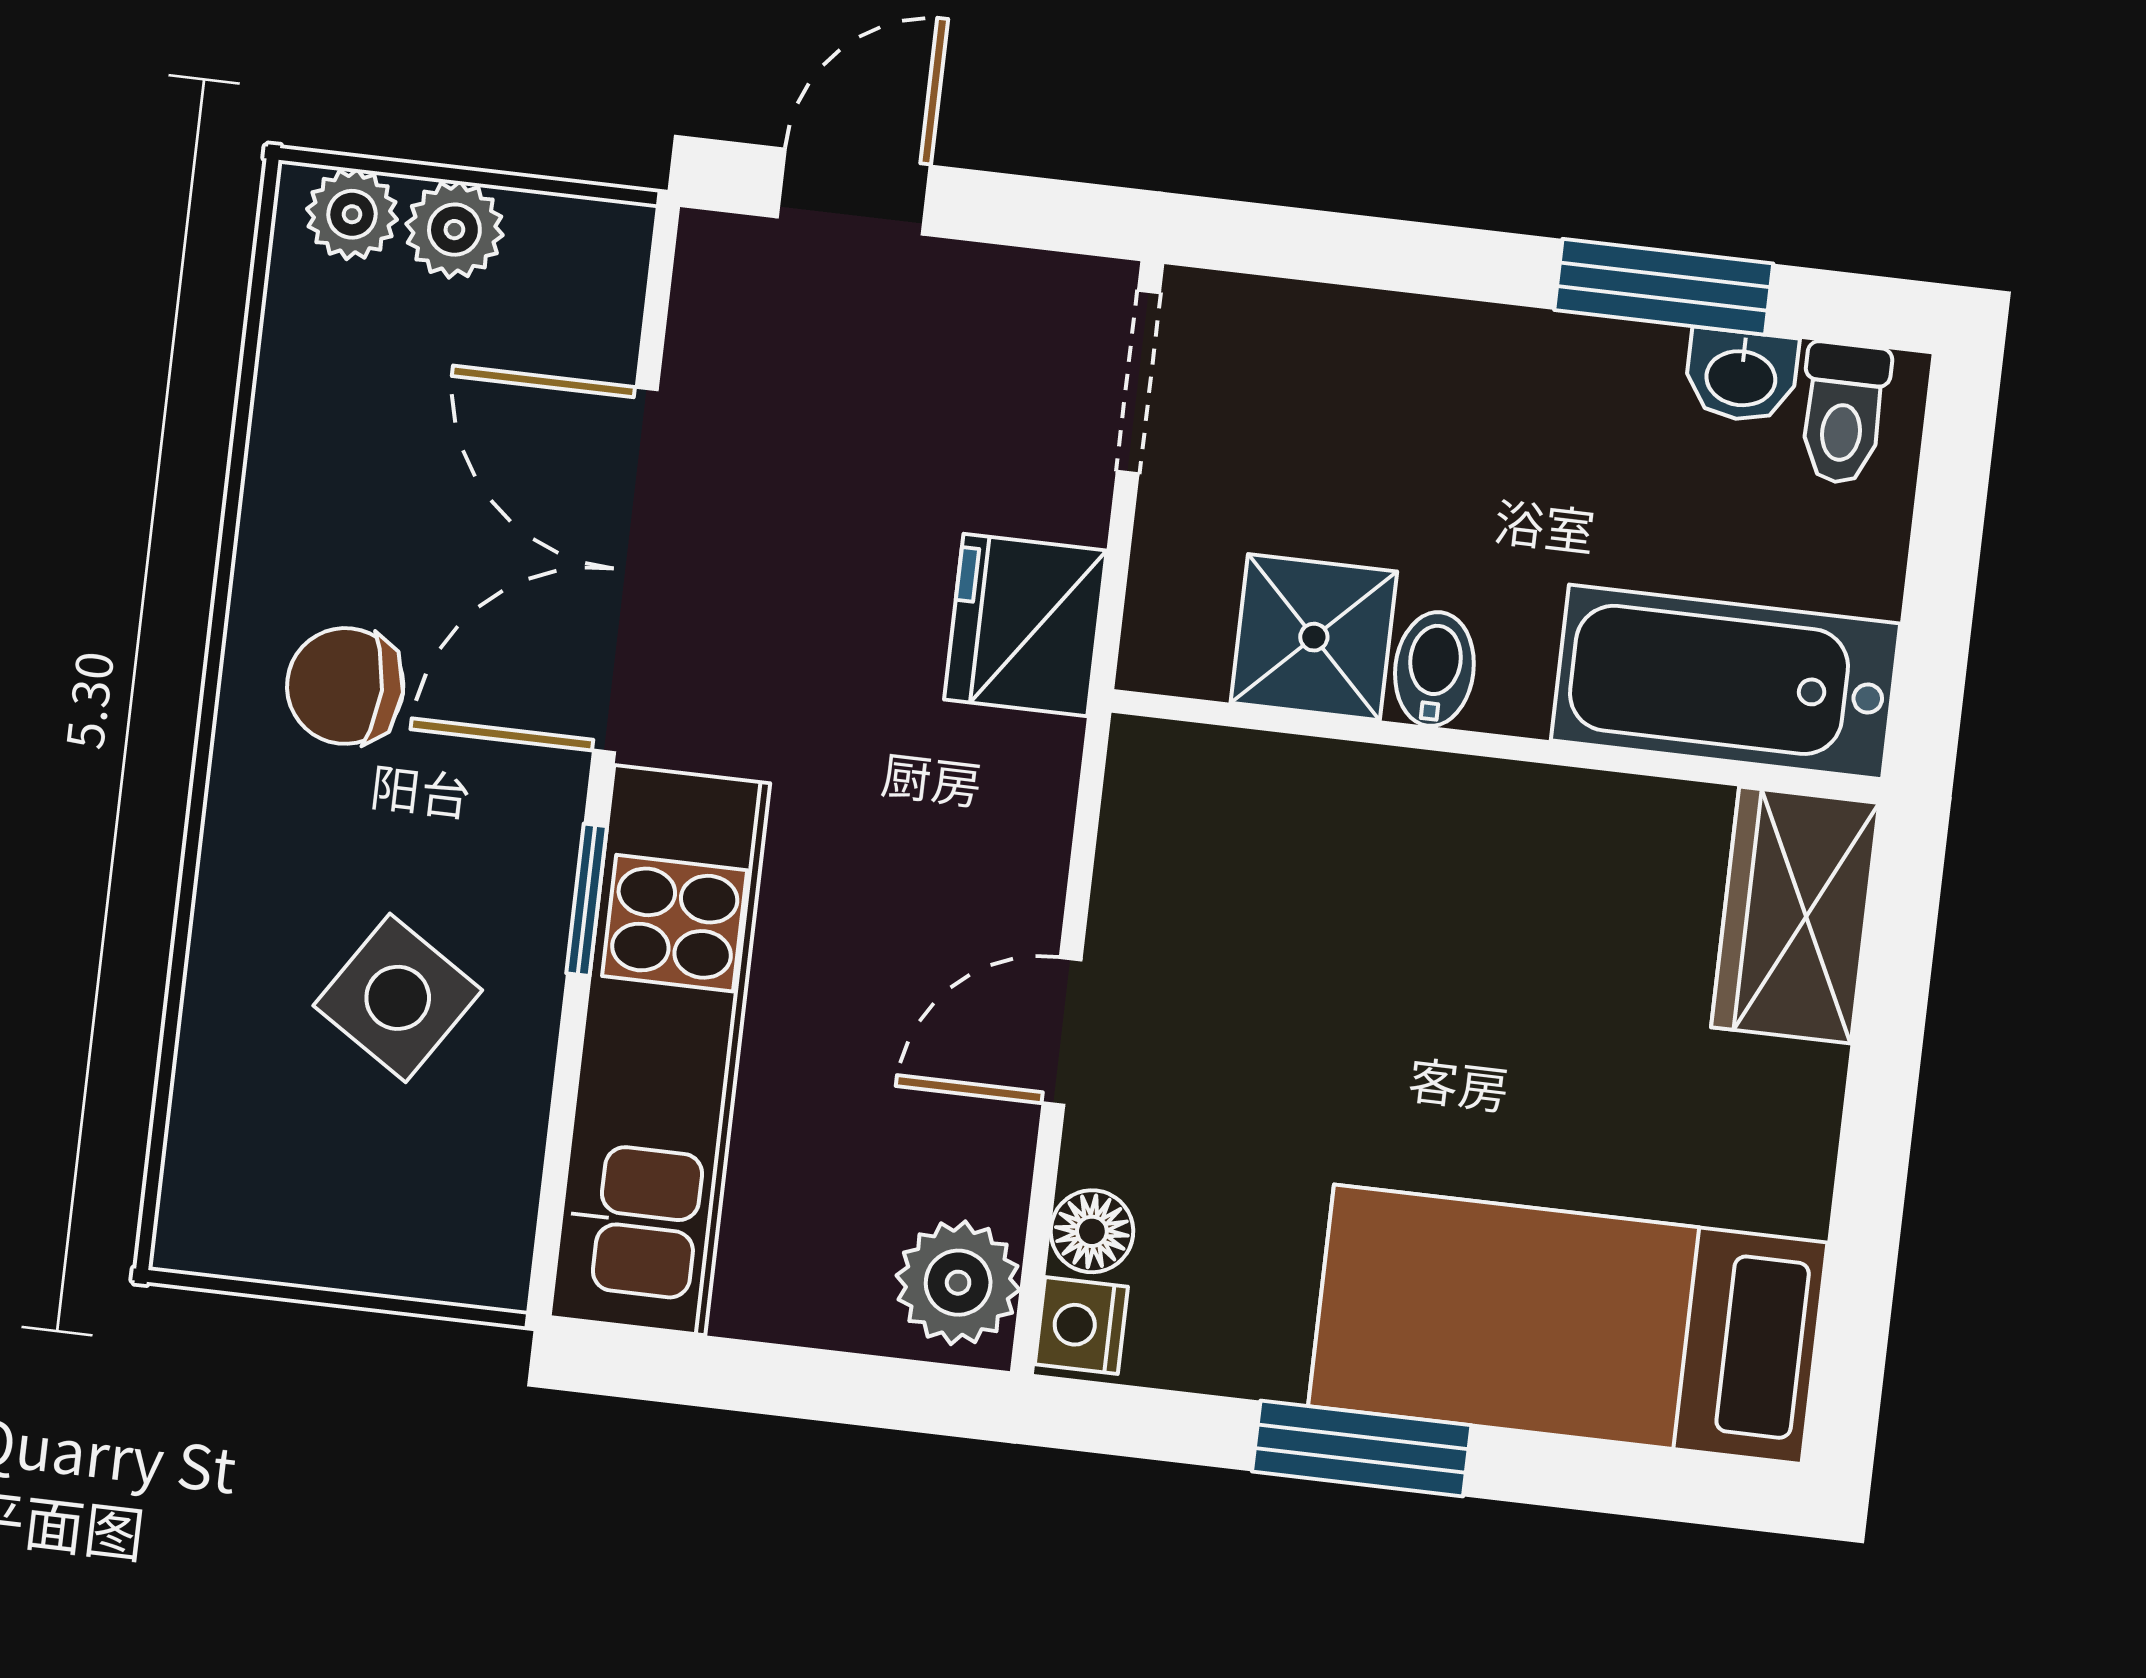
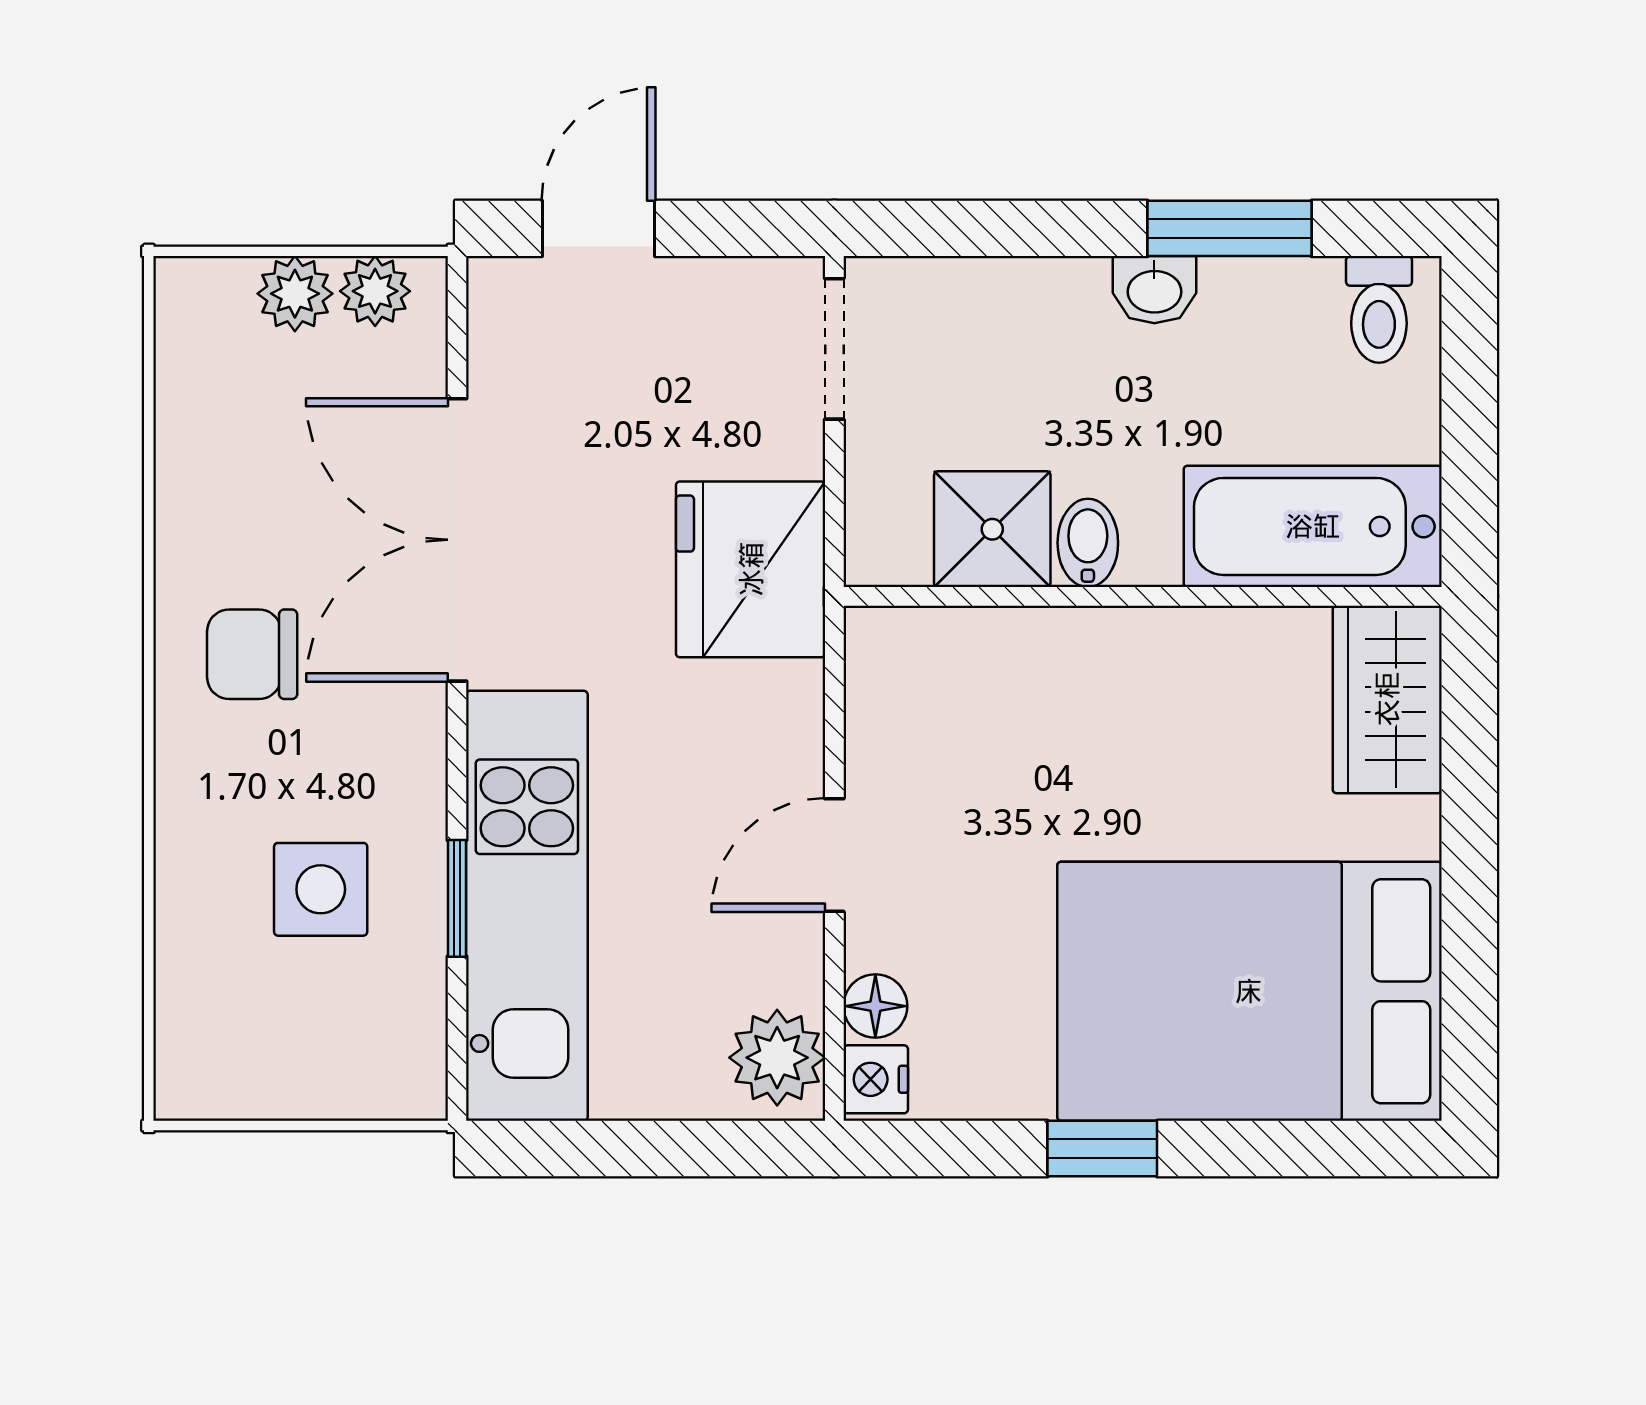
plant: (352, 214) -> (375, 291), moved
washbasin: (1741, 376) -> (1154, 290), moved
fridge: (1025, 625) -> (751, 569), width x1.36, depth x1.34
window: (587, 900) -> (457, 898), moved
side table: (398, 998) -> (321, 889), turned -33
bed: (1568, 1324) -> (1249, 991), width x1.50
window: (1362, 1448) -> (1102, 1149), width x0.67

